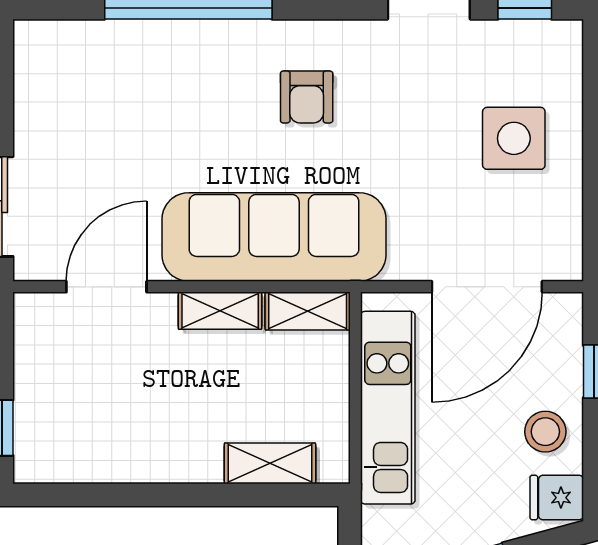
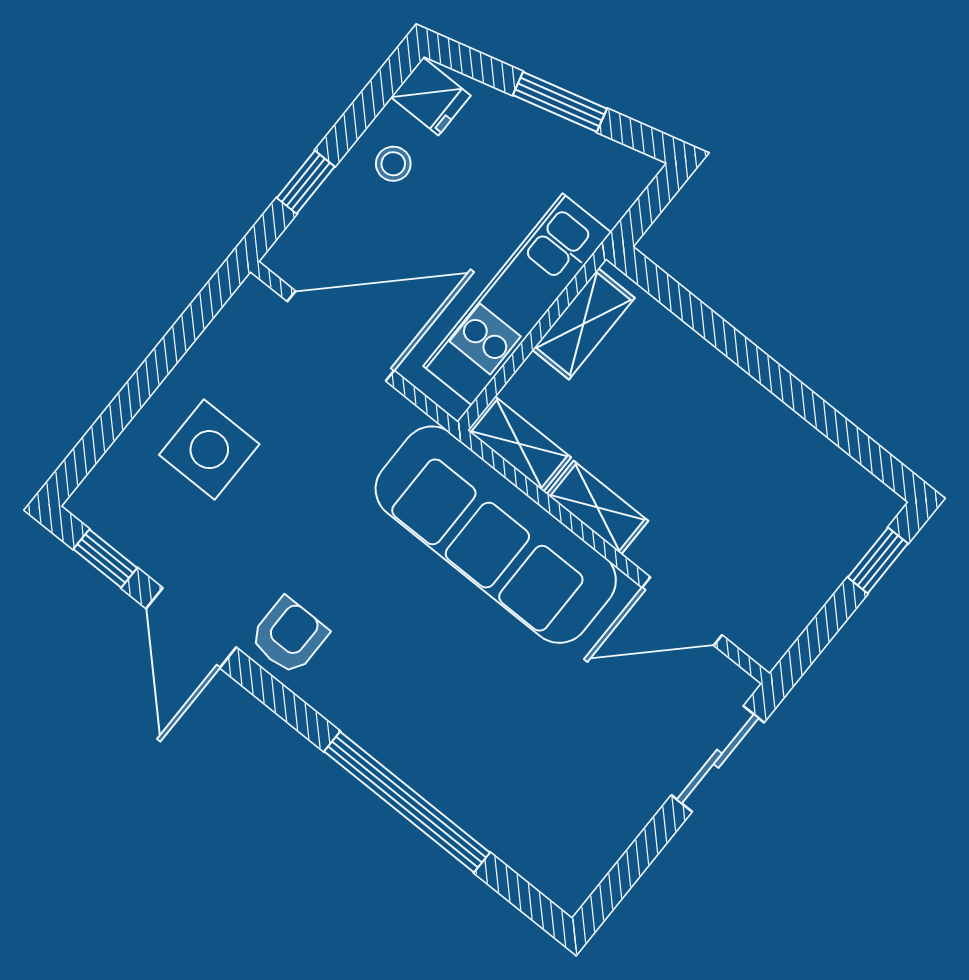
armchair: (307, 97) -> (289, 636), moved
stool: (545, 432) -> (393, 164), width x0.73, depth x0.73
shelving: (270, 463) -> (584, 324), moved, turned 90

